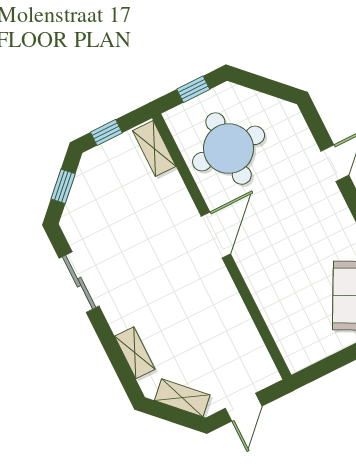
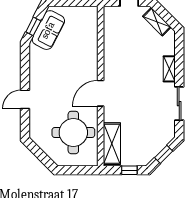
window: (193, 89) -> (76, 170), removed
shelving: (154, 148) -> (112, 144), width x1.50, depth x1.33
shelving: (135, 353) -> (169, 69), moved

